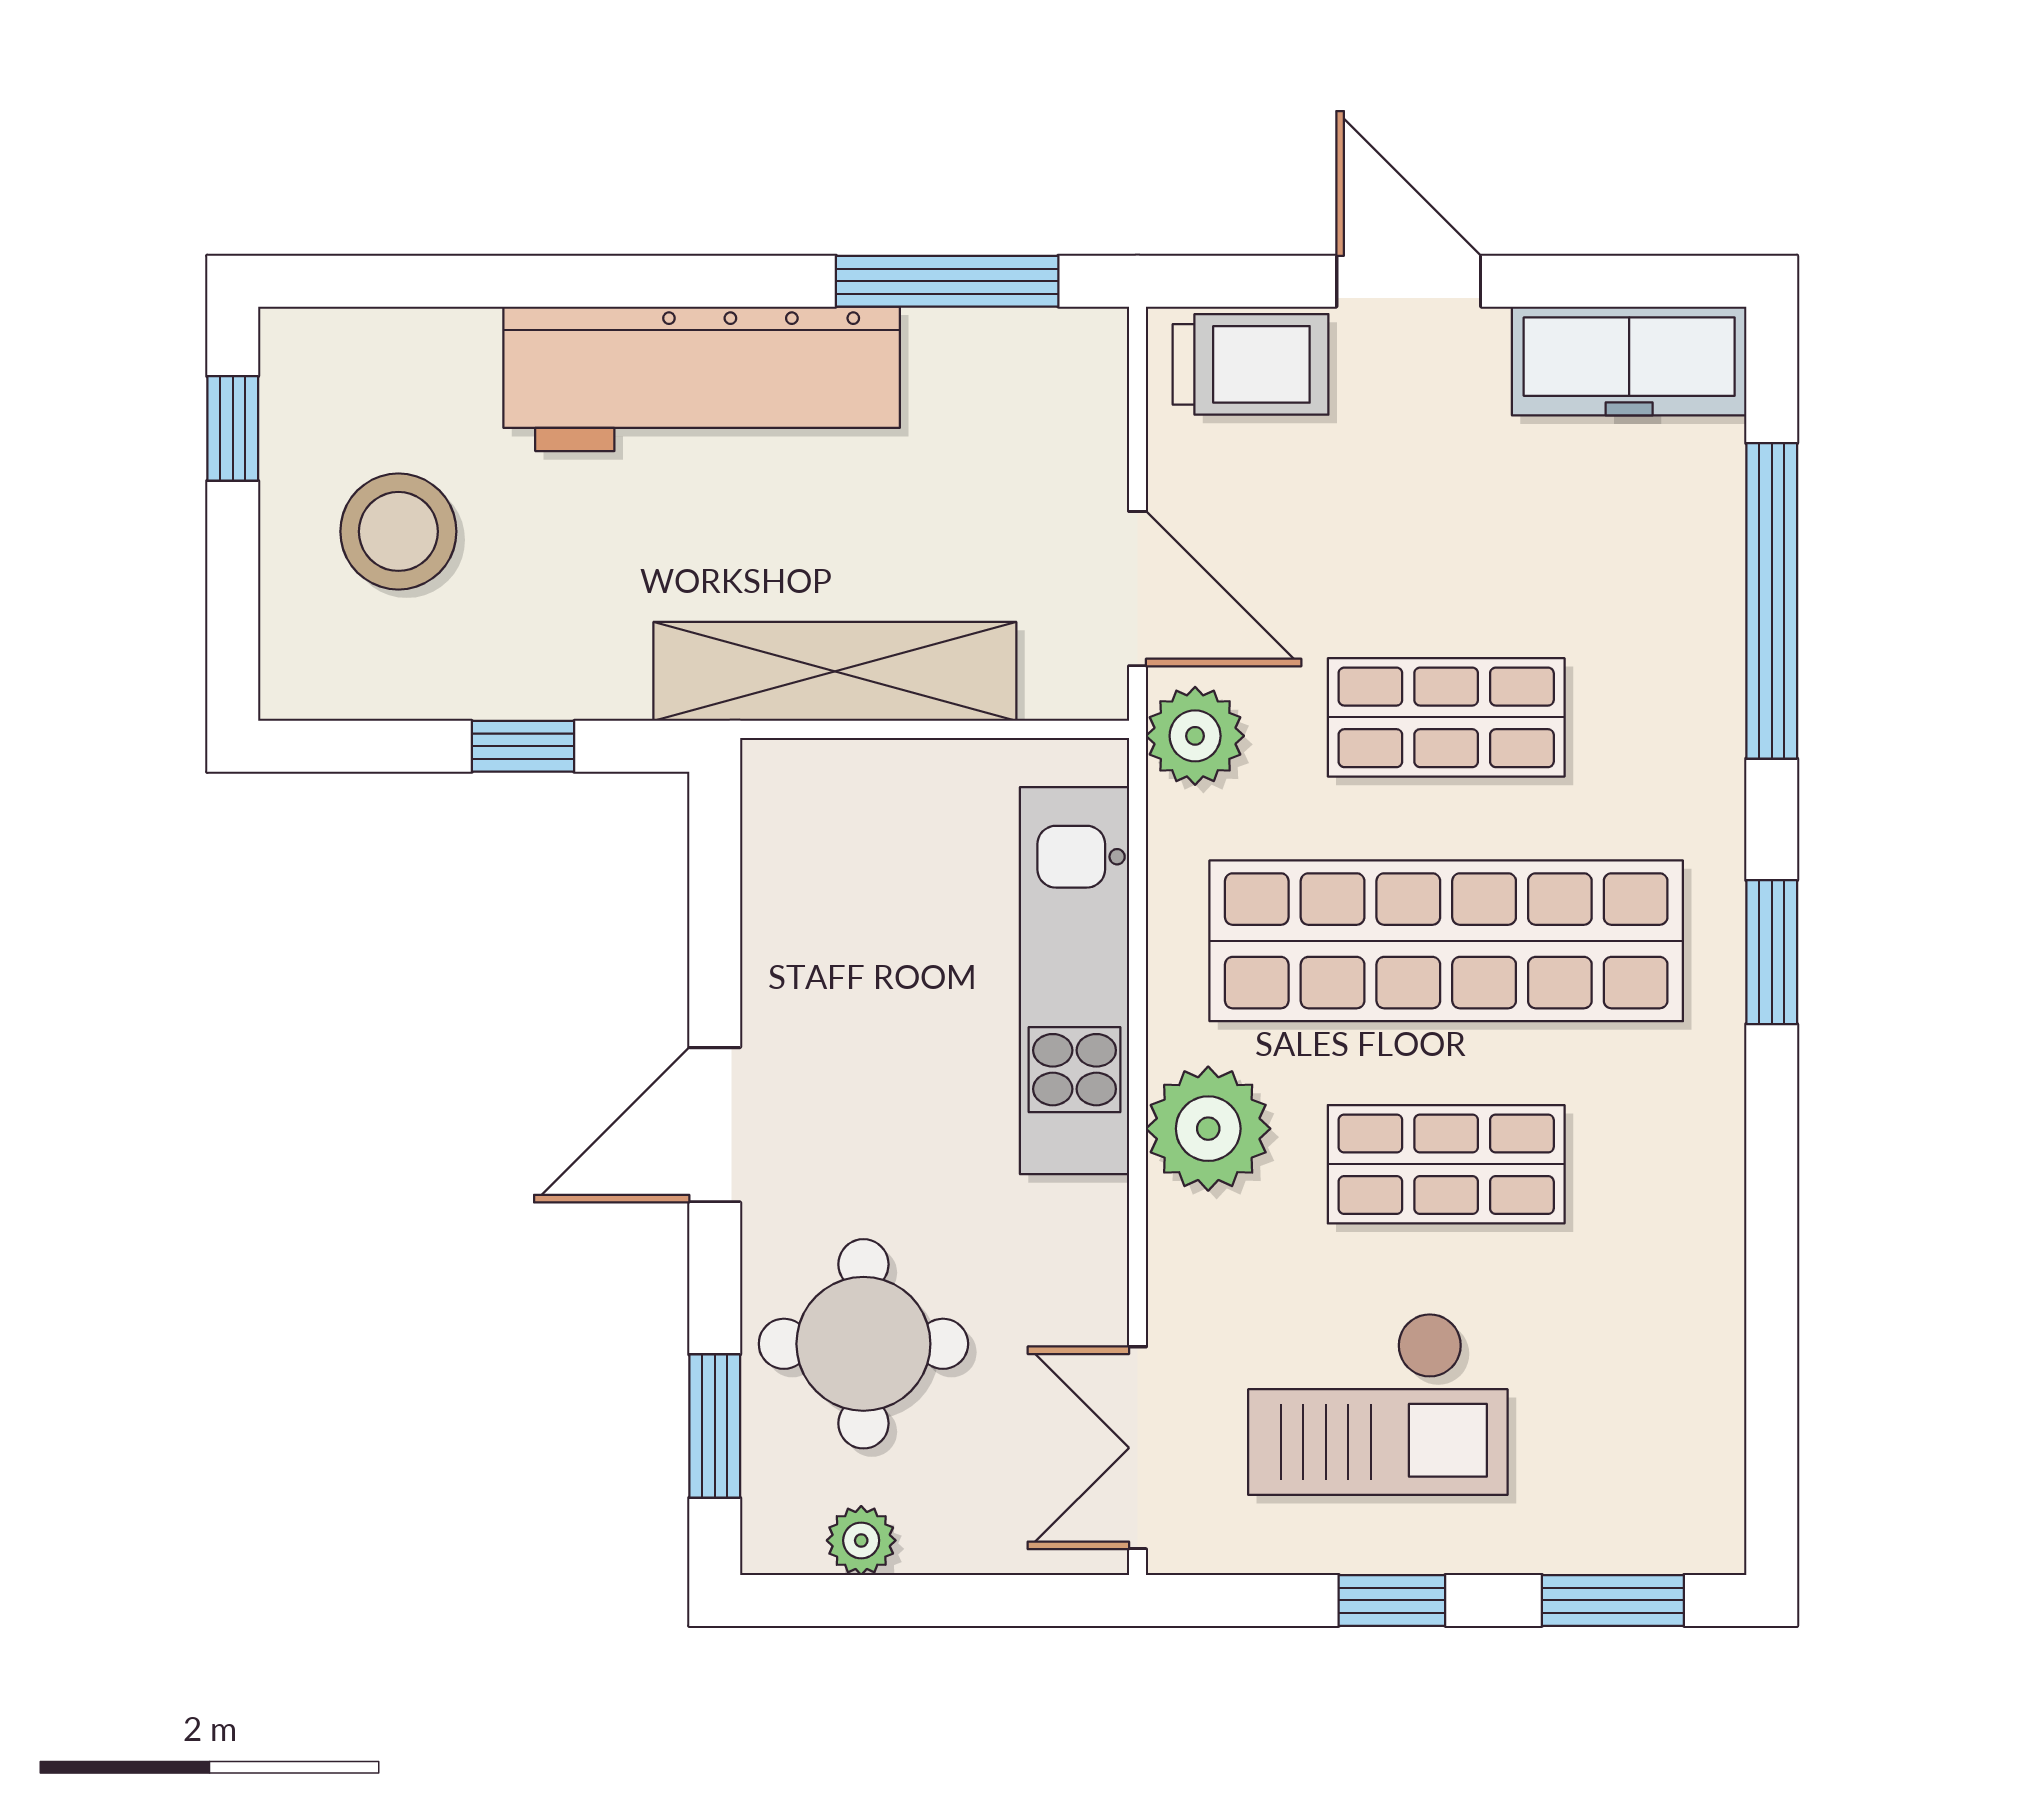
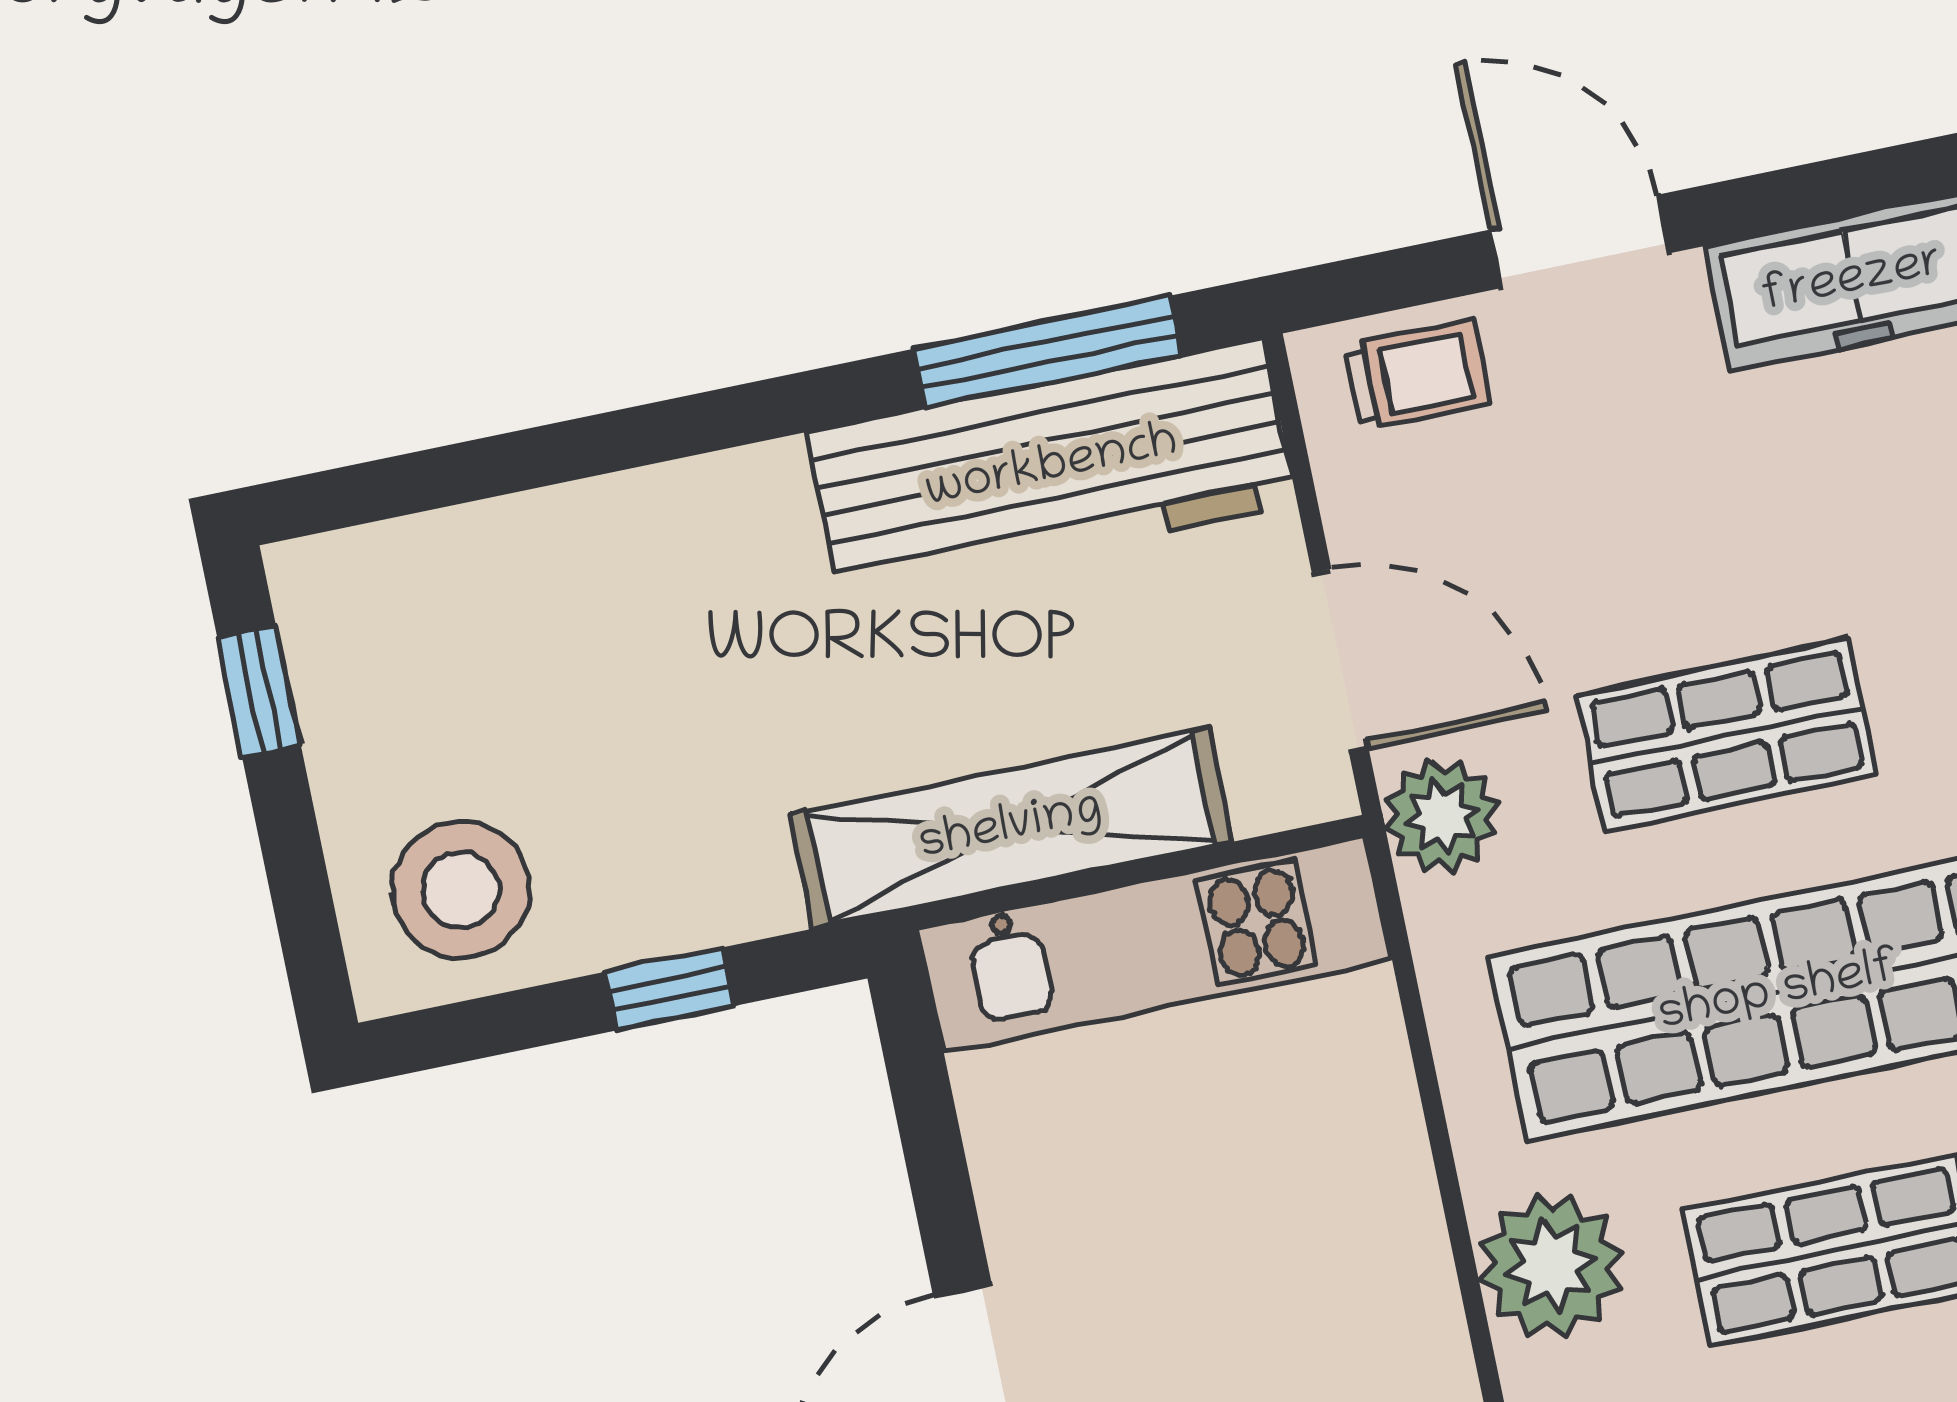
trolley: (1251, 364) -> (1417, 375), width x0.73, depth x0.72
workbench: (702, 379) -> (1052, 468), moved
stool: (398, 531) -> (461, 890), moved
kitchen unit: (1075, 981) -> (1154, 944), moved, turned -90

